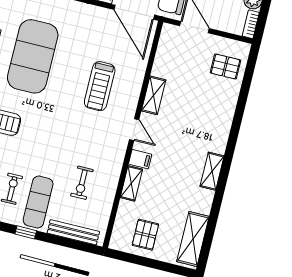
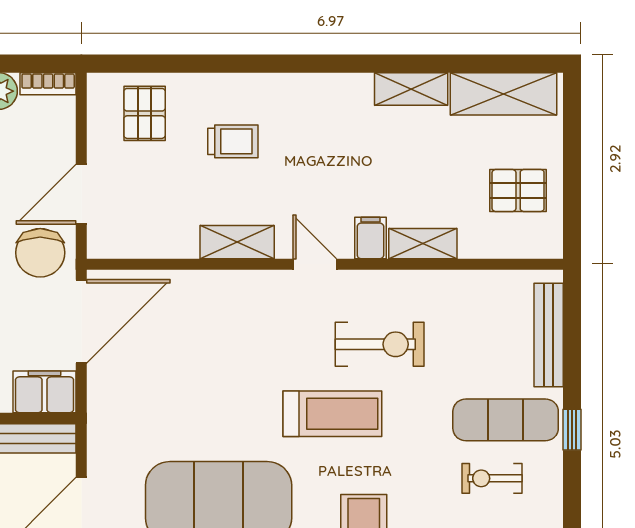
treadmill: (100, 86) -> (332, 414), moved
trolley: (202, 105) -> (233, 141), added
door: (134, 130) -> (315, 264), hinge flipped
shelving: (212, 171) -> (411, 89), moved
exercise bike: (82, 183) -> (380, 344), moved, width x1.38, depth x1.39

